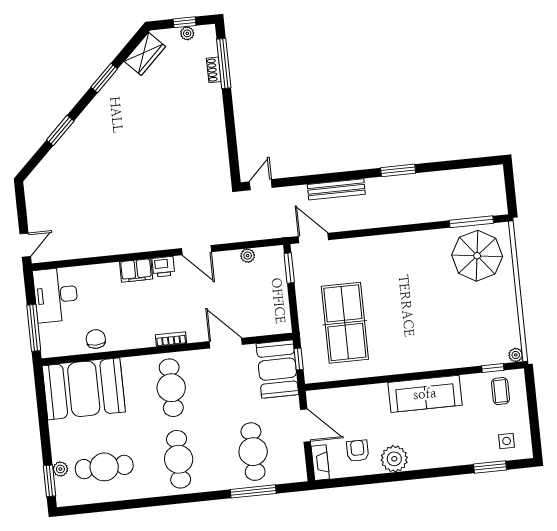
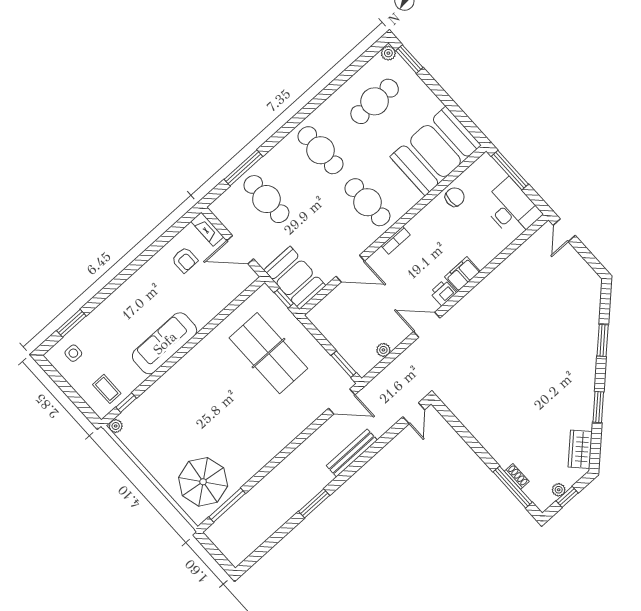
chair: (96, 339) -> (455, 197), turned -90
plant: (394, 459) -> (151, 275), removed
plant: (60, 469) -> (388, 53), moved

